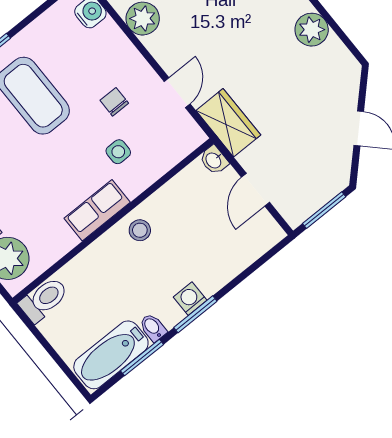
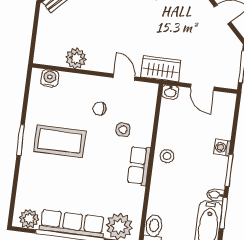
washing machine: (190, 299) -> (222, 147), moved

